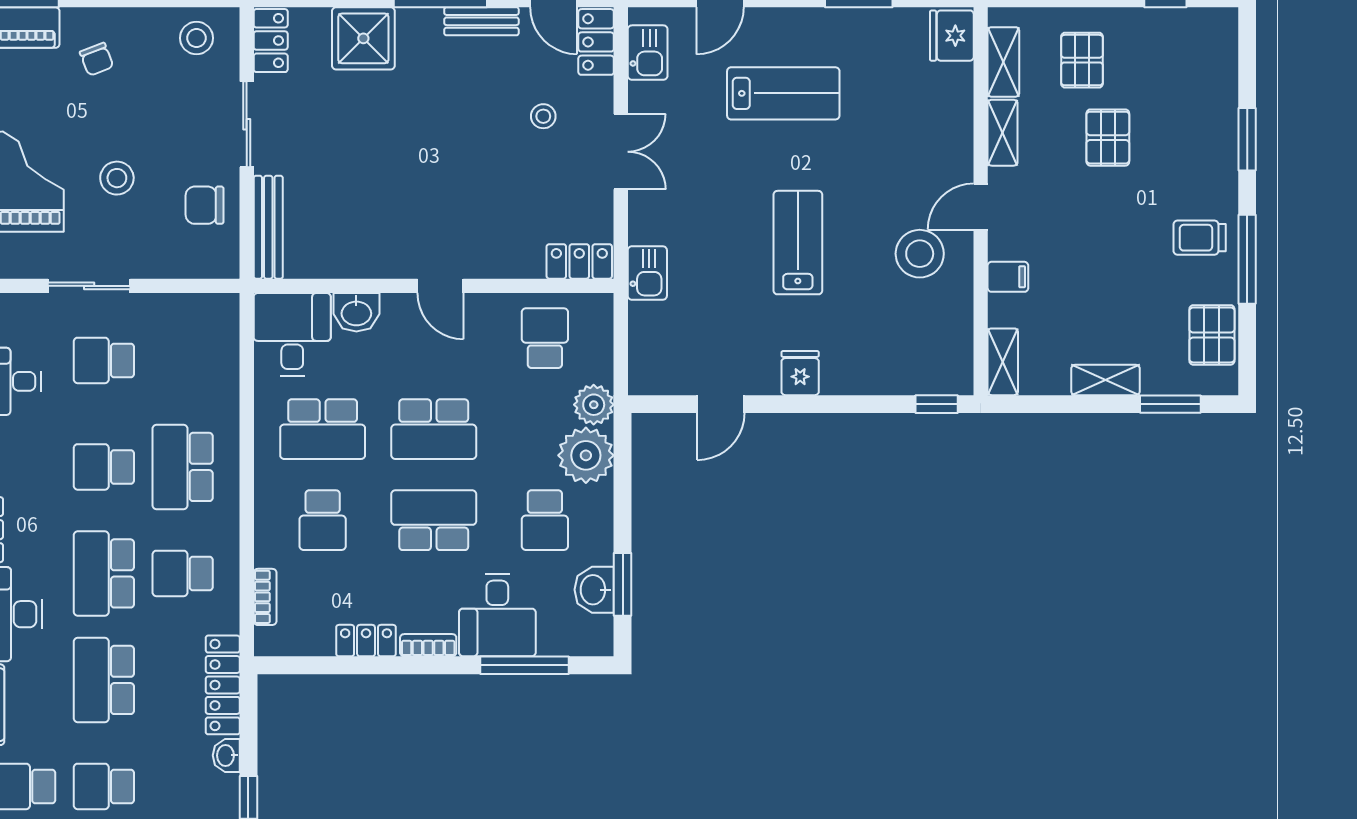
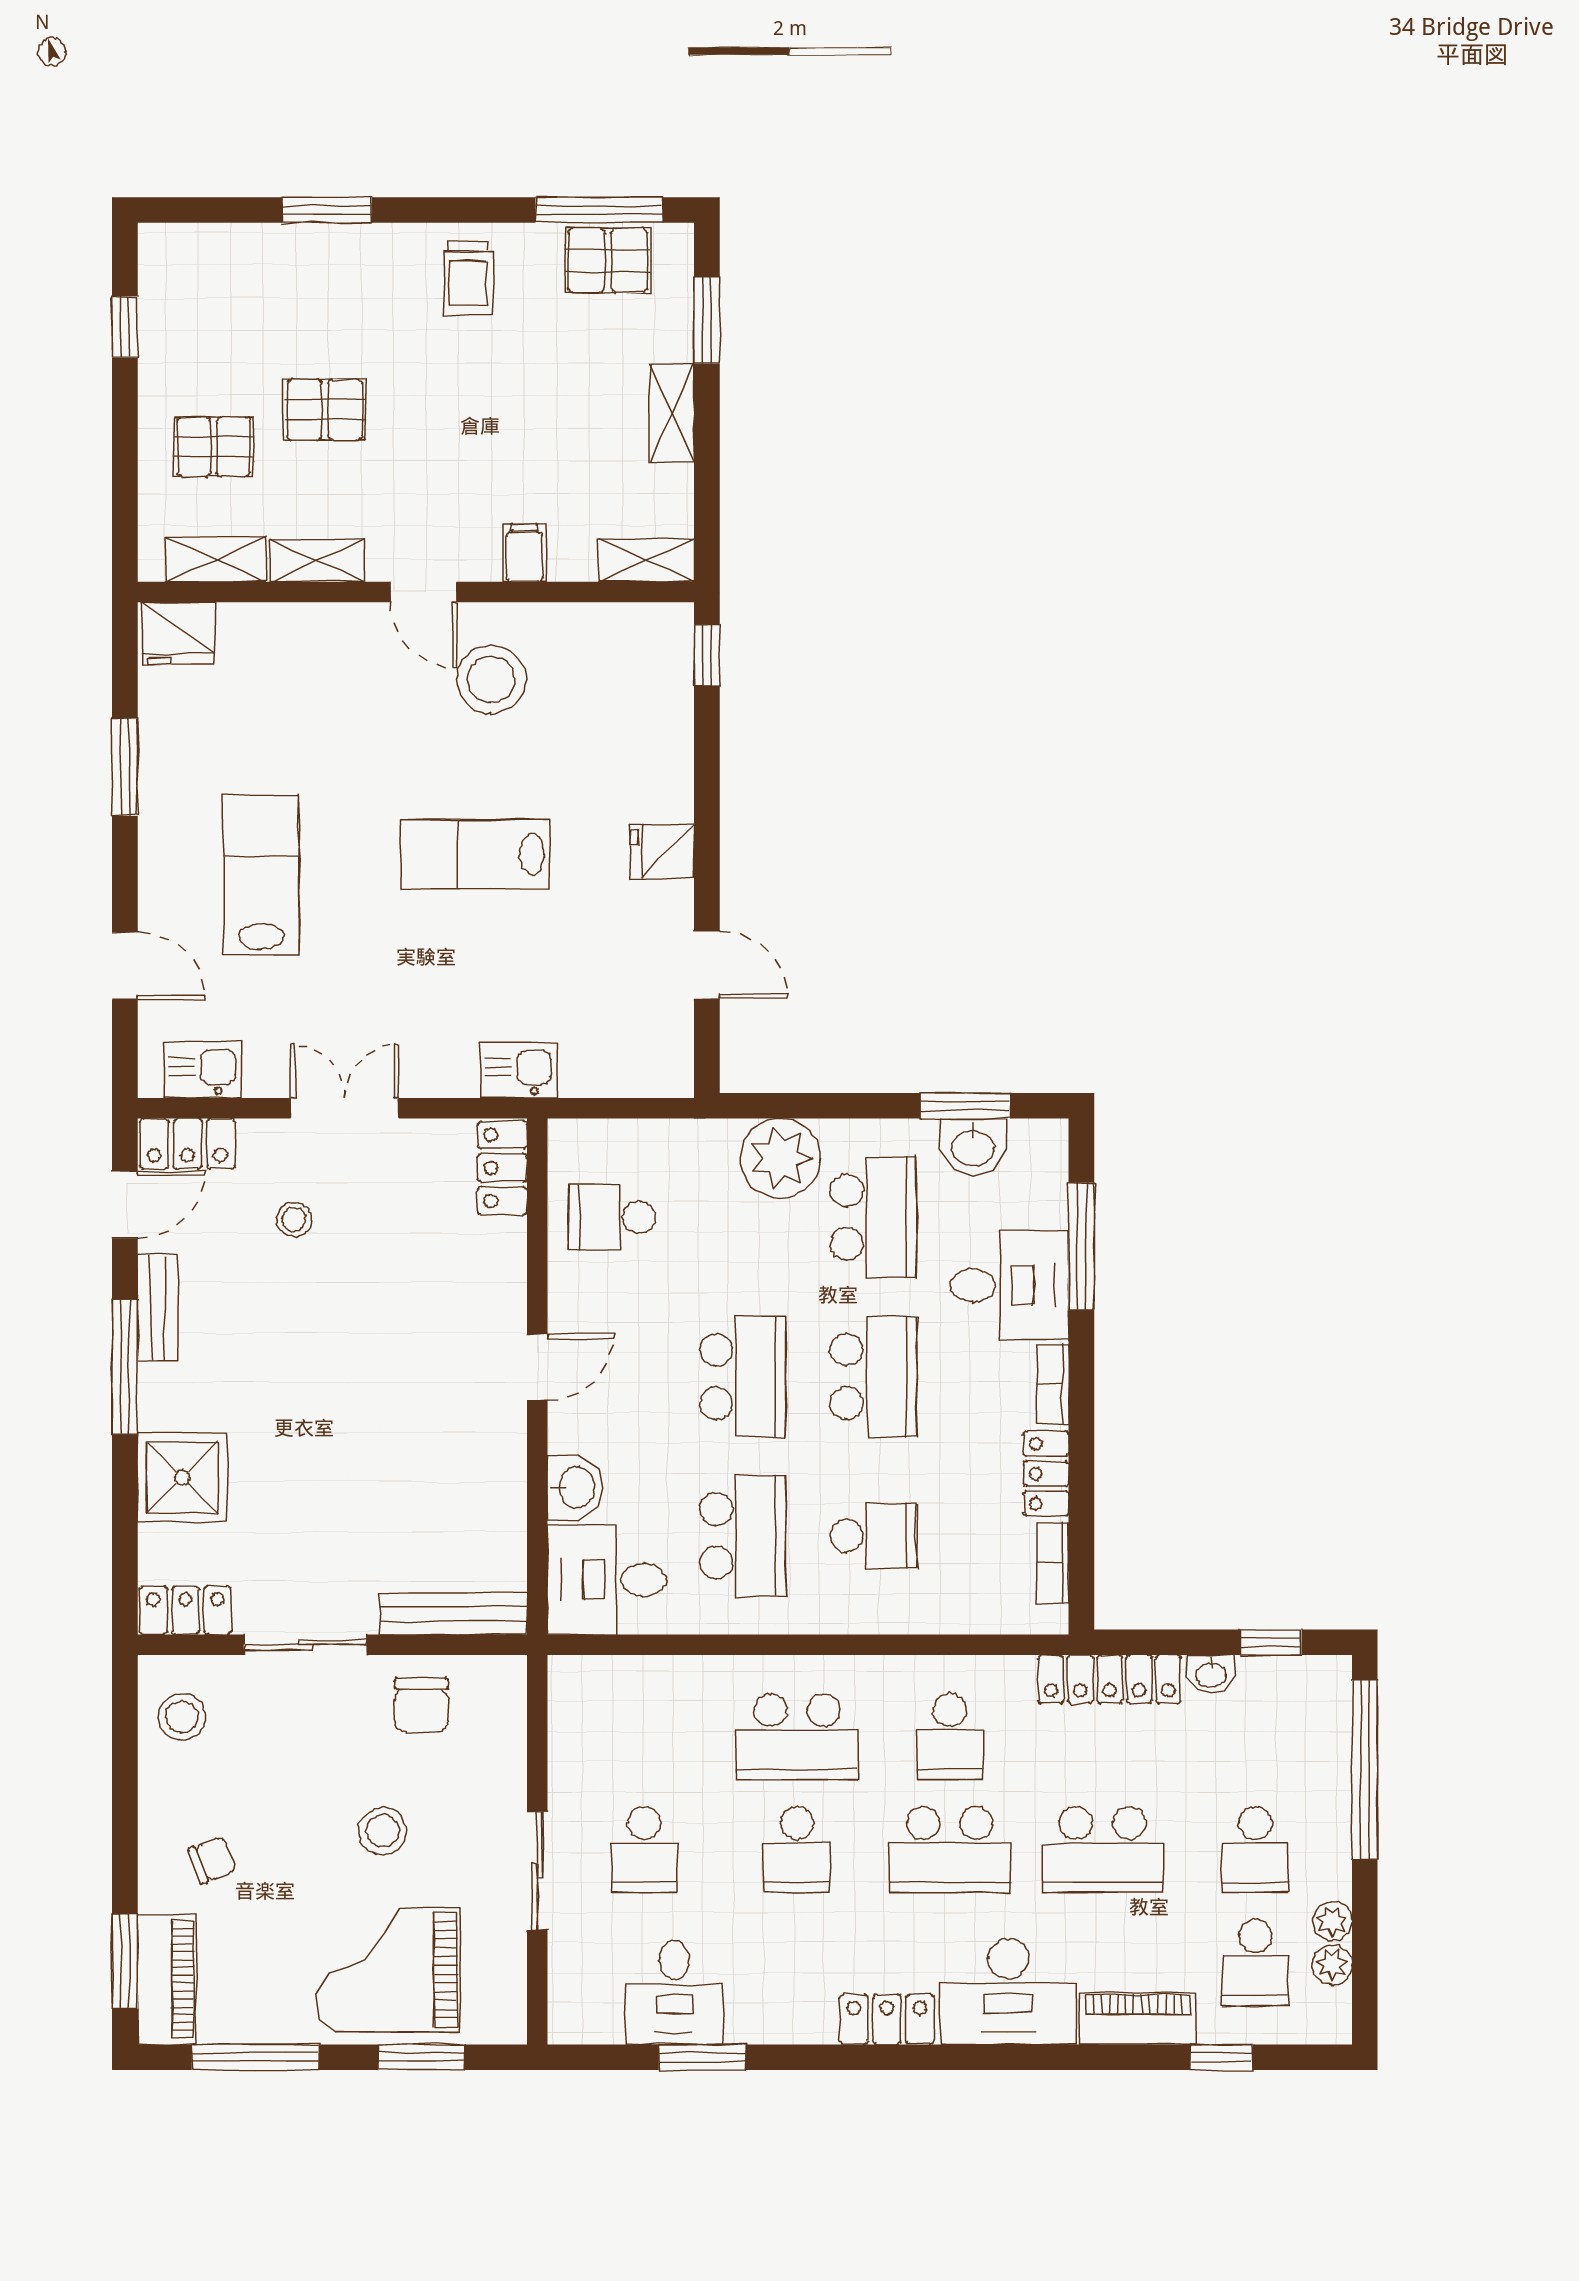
window: (1247, 259) -> (599, 210), moved
plant: (594, 405) -> (708, 1147), removed
school desk: (434, 520) -> (873, 1377), turned 180
school desk: (545, 520) -> (873, 1217), width x1.85
bookcase: (265, 597) -> (1053, 1563), moved, turned -90

